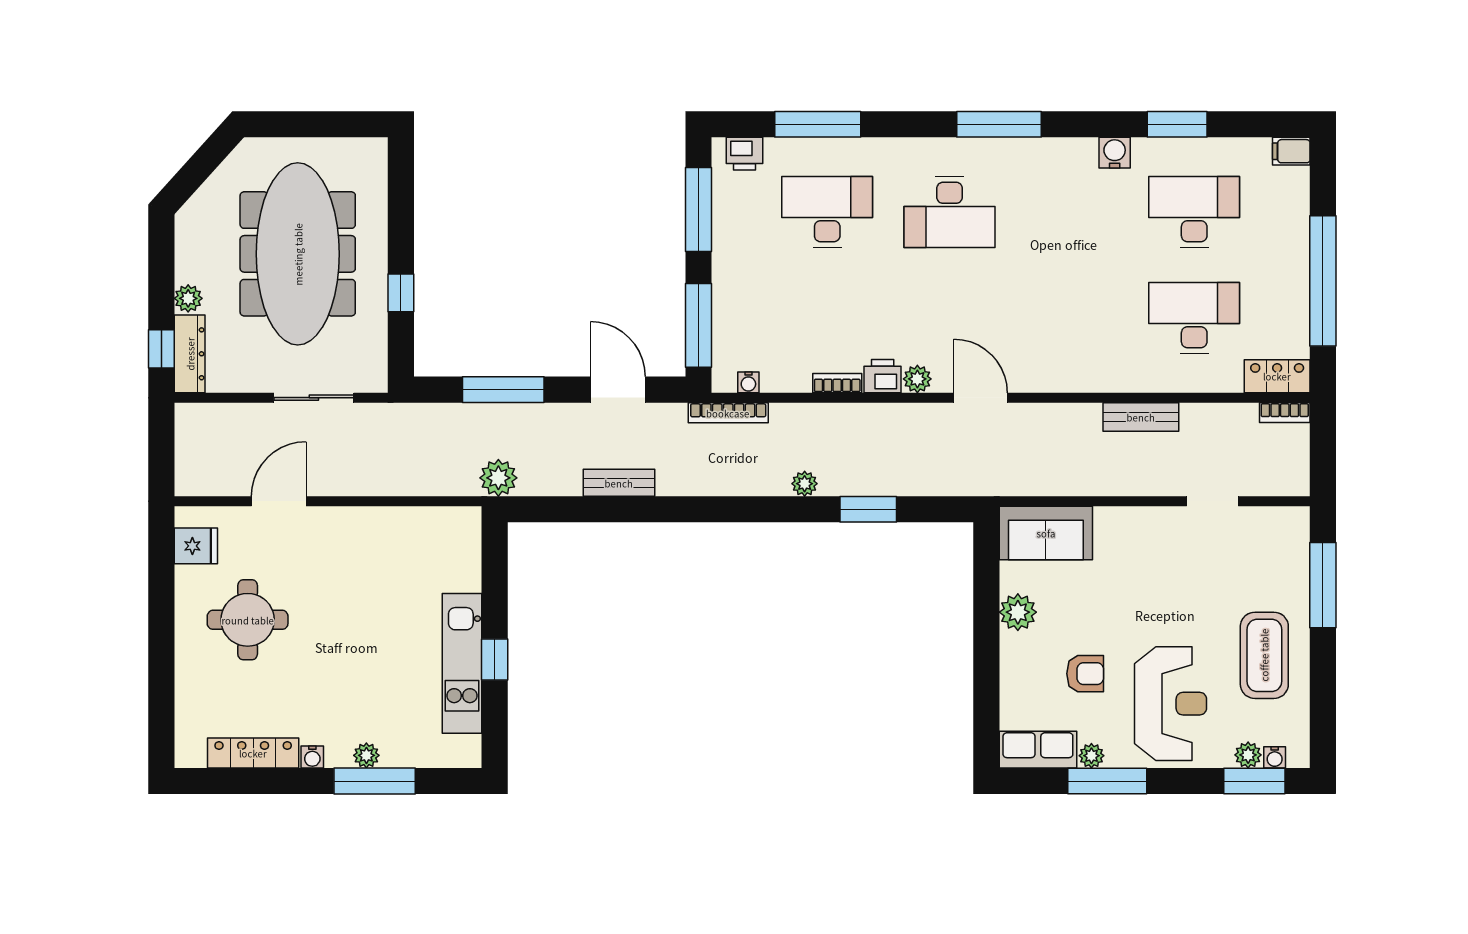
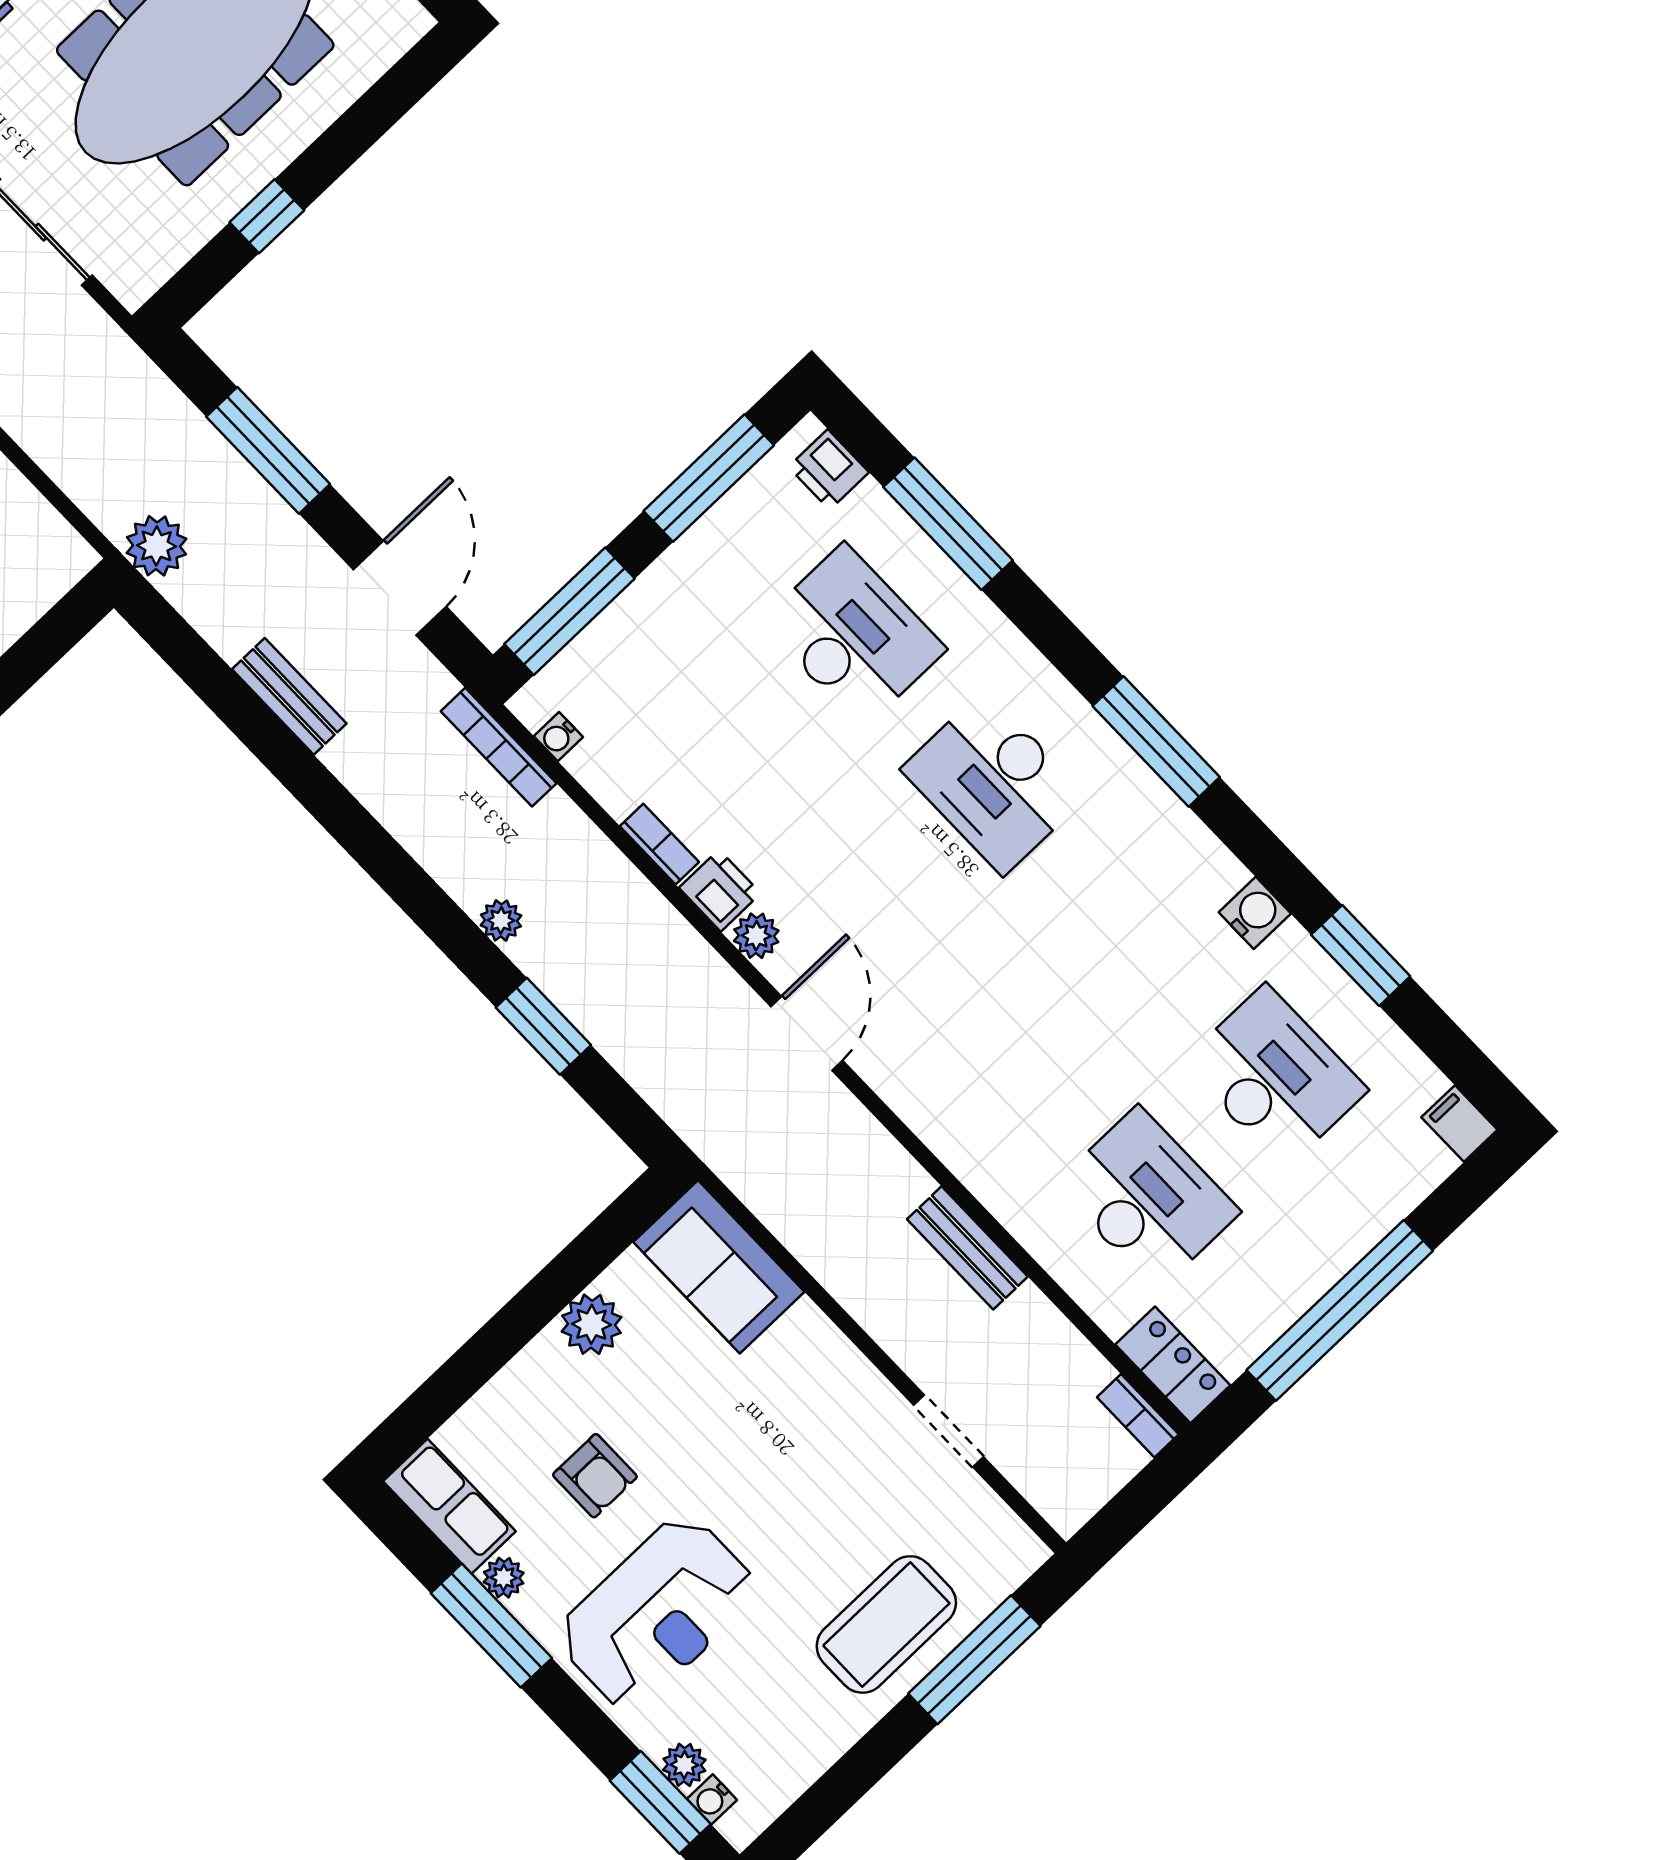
coffee table: (1264, 655) -> (886, 1624), moved

